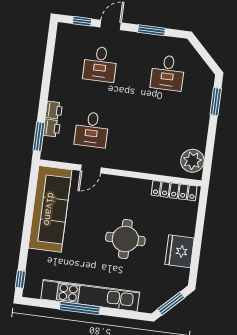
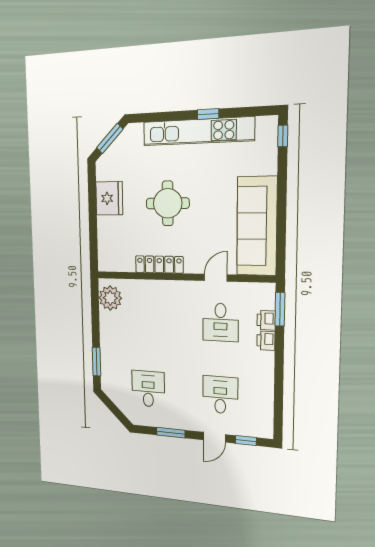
desk: (92, 130) -> (220, 322), turned 180
locker: (174, 191) -> (159, 264), moved
window: (80, 308) -> (208, 114), width x0.46

